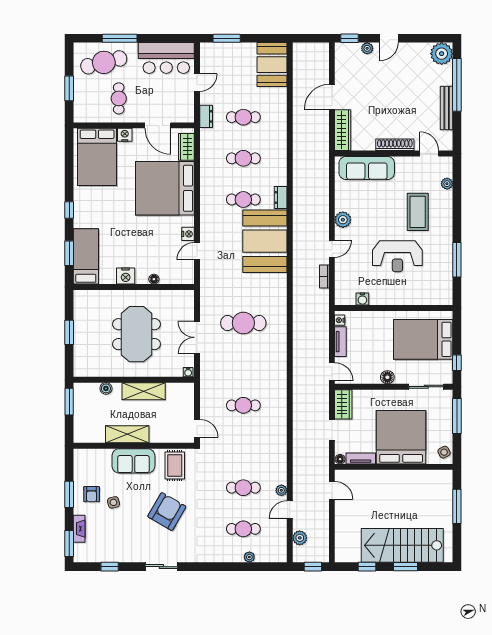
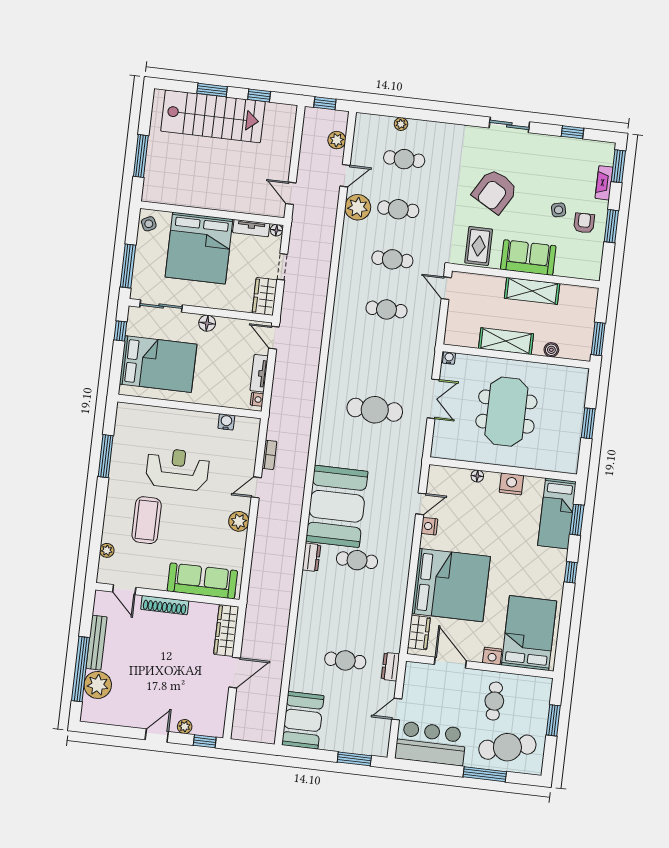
plant: (442, 54) -> (98, 685), moved
cafe table: (243, 158) -> (392, 259), moved
plant: (281, 490) -> (358, 207), width x1.88, depth x1.88

